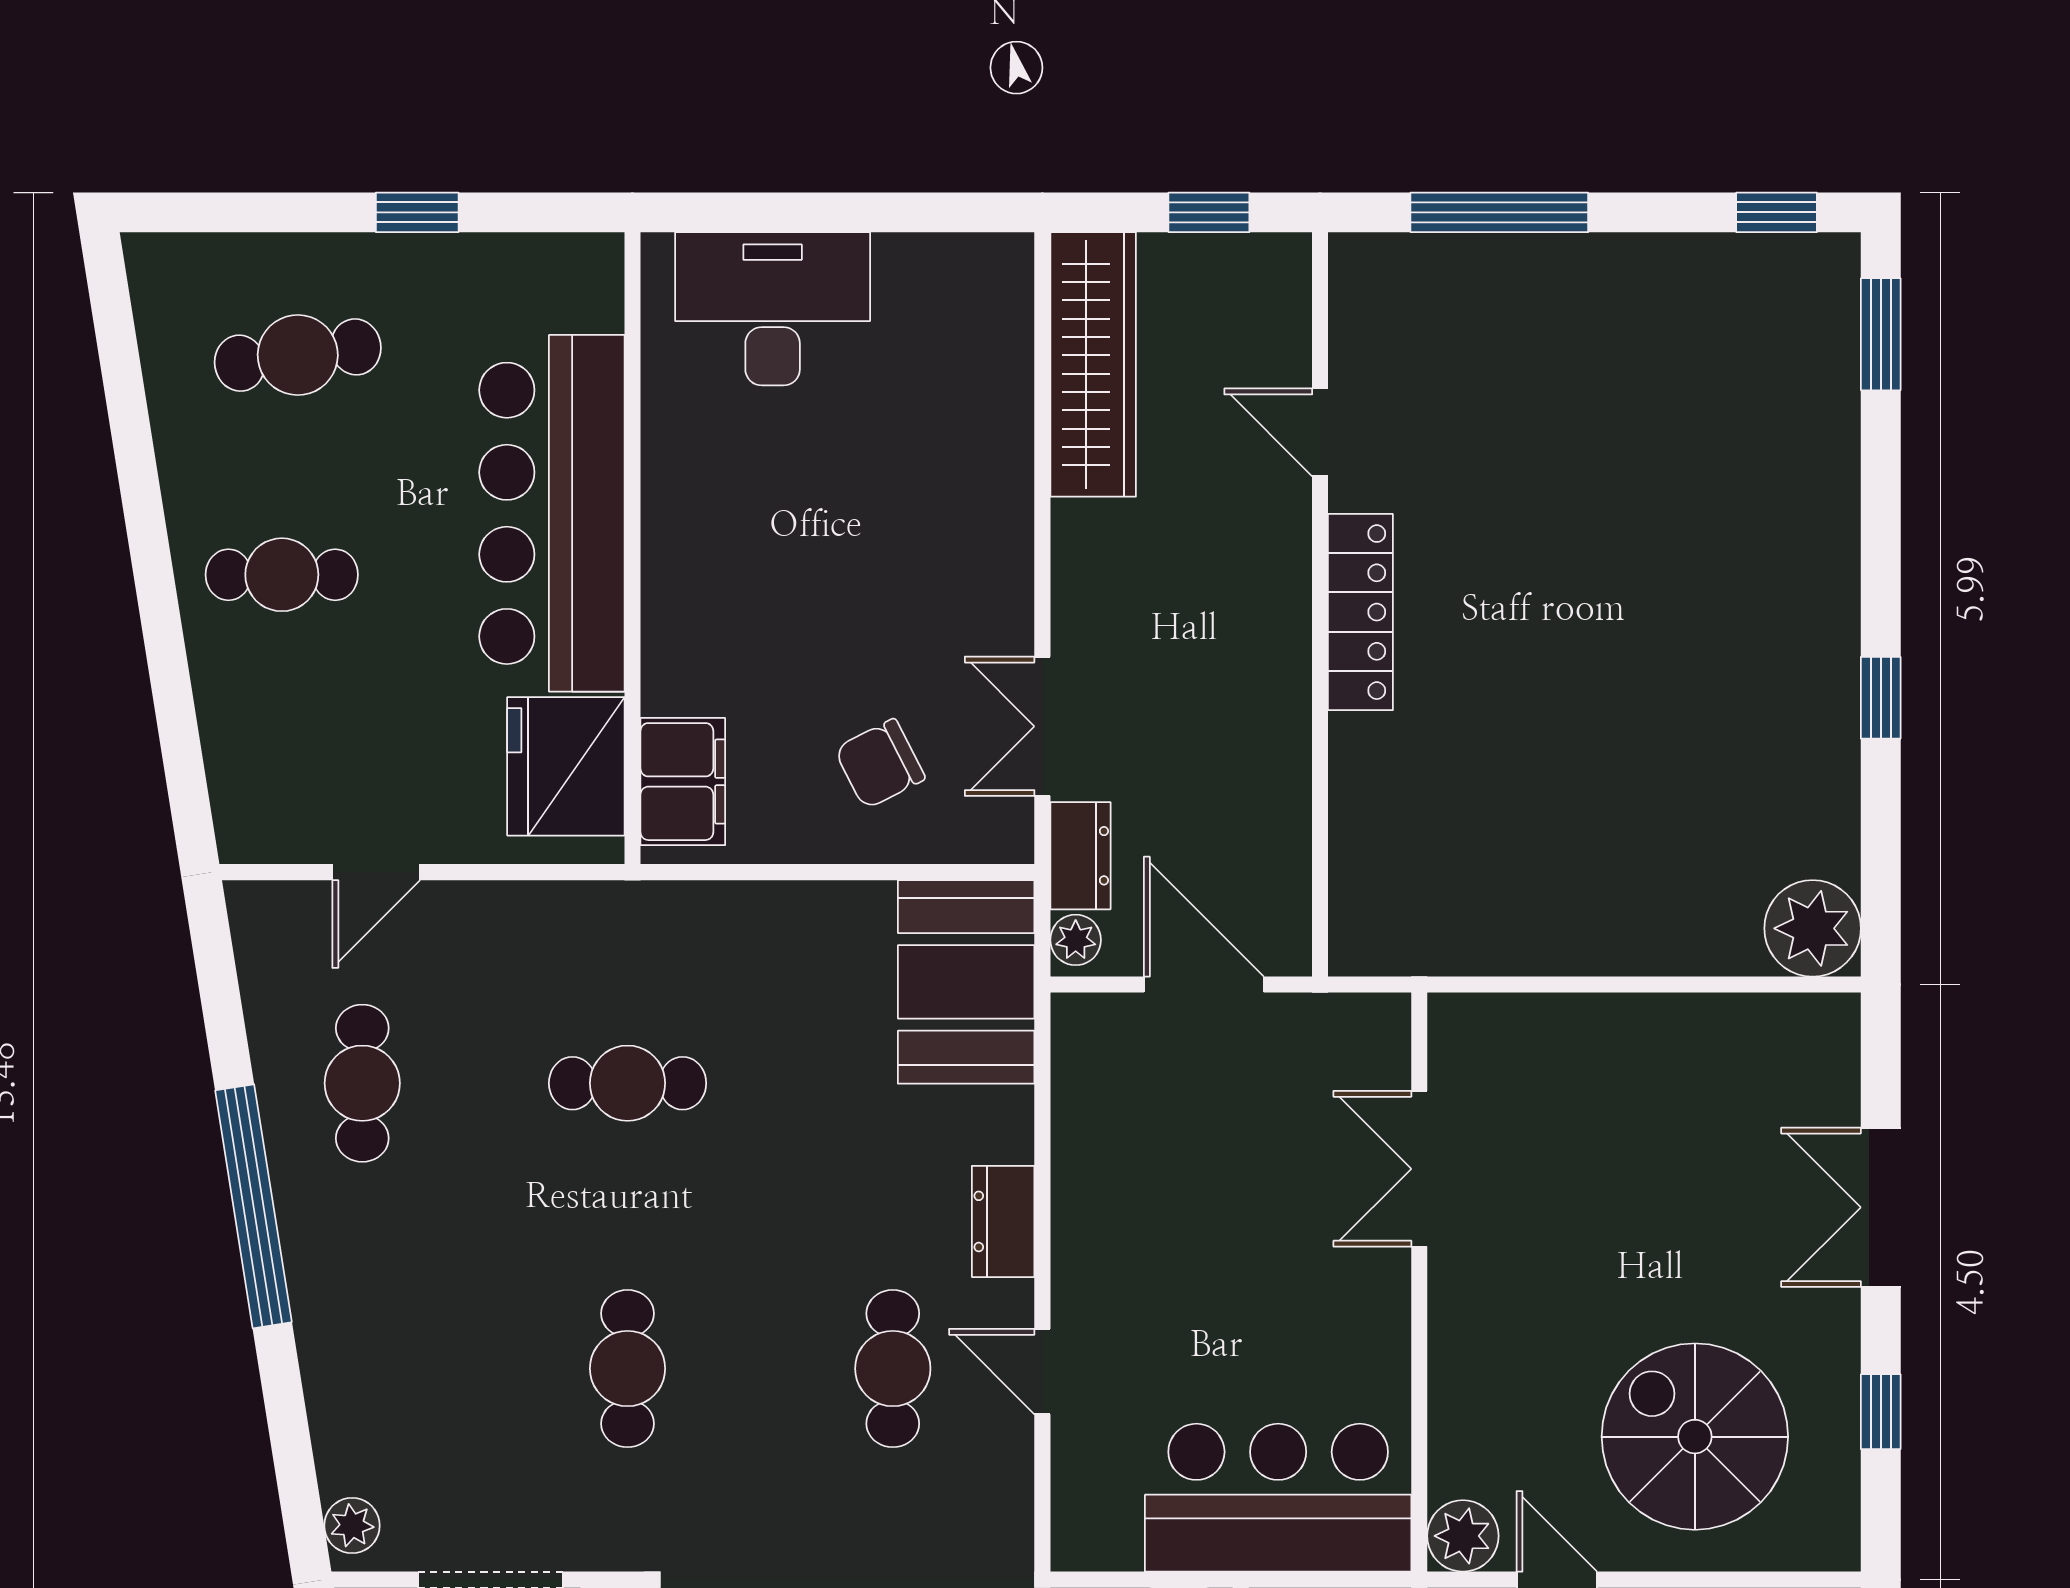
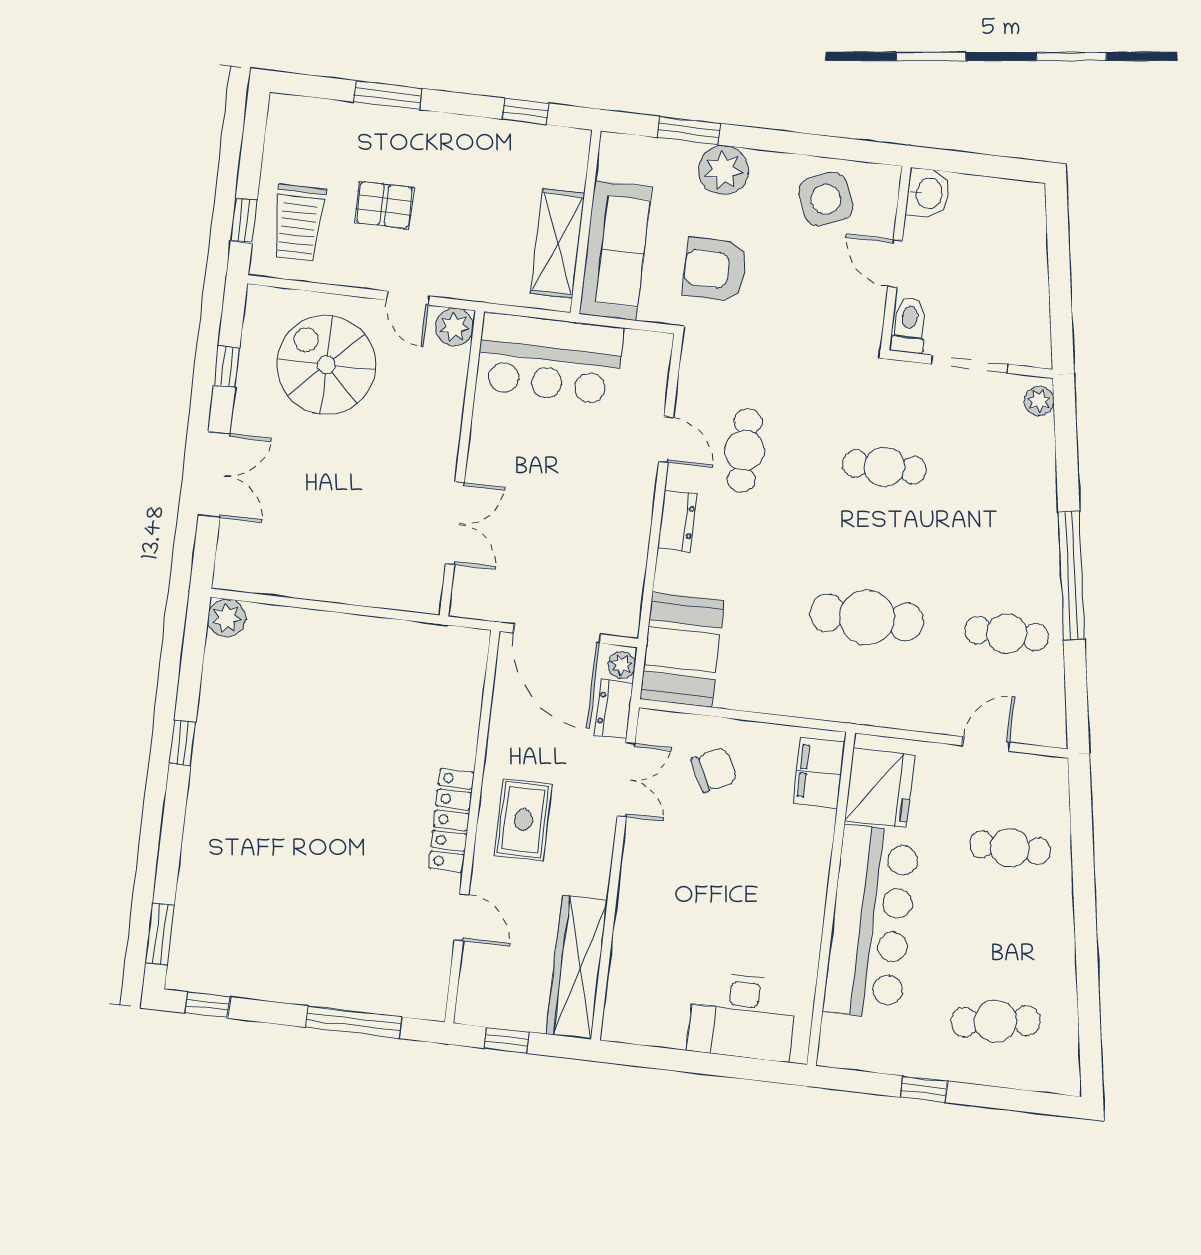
cafe table: (282, 575) -> (1010, 848), moved
rug: (1226, 629) -> (523, 820), added
plant: (1813, 928) -> (227, 618), width x0.73, depth x0.73
door: (1204, 985) -> (557, 634), width x1.36
cafe table: (362, 1083) -> (1007, 634), turned 90
cafe table: (628, 1083) -> (867, 617), width x1.37, depth x1.35
cafe table: (628, 1369) -> (884, 467), turned 90
spiral stairs: (1695, 1437) -> (326, 365), turned 180

